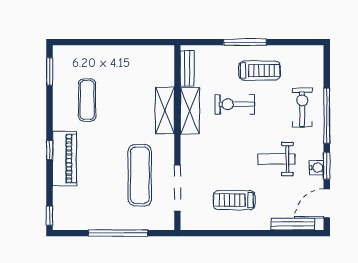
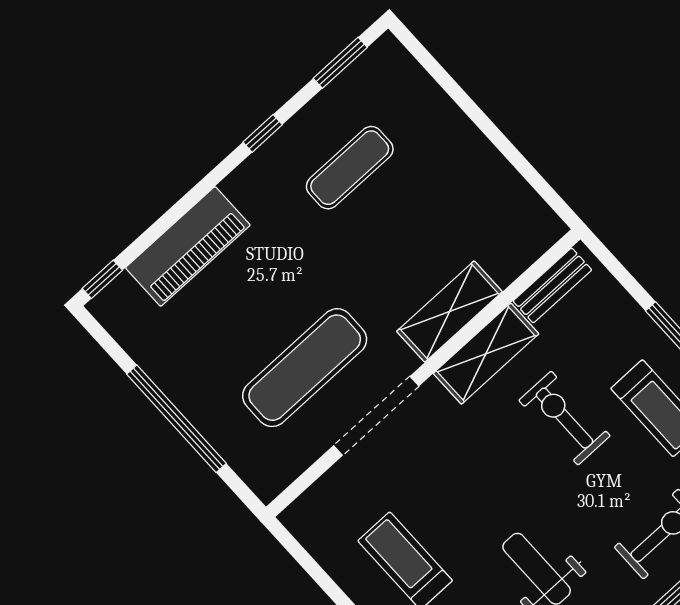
window: (50, 150) -> (263, 133), moved
piano: (64, 159) -> (188, 246), moved
doorway: (177, 188) -> (376, 416), moved

